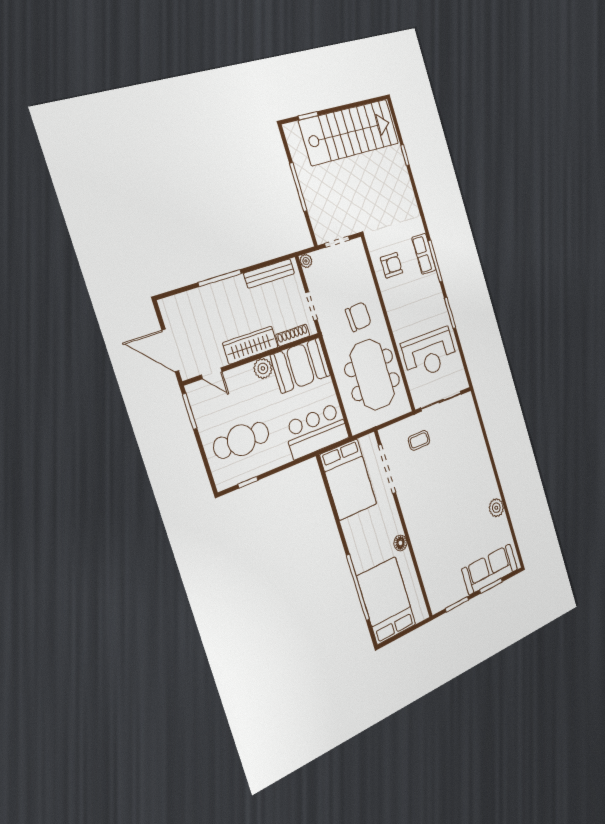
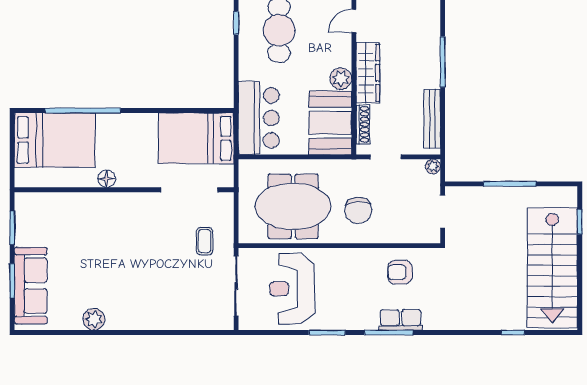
armchair: (392, 265) -> (400, 272), turned 90

